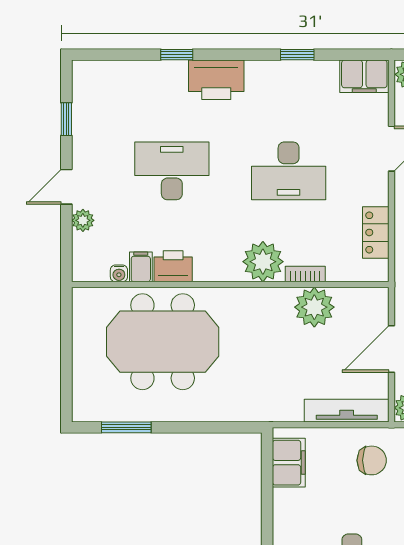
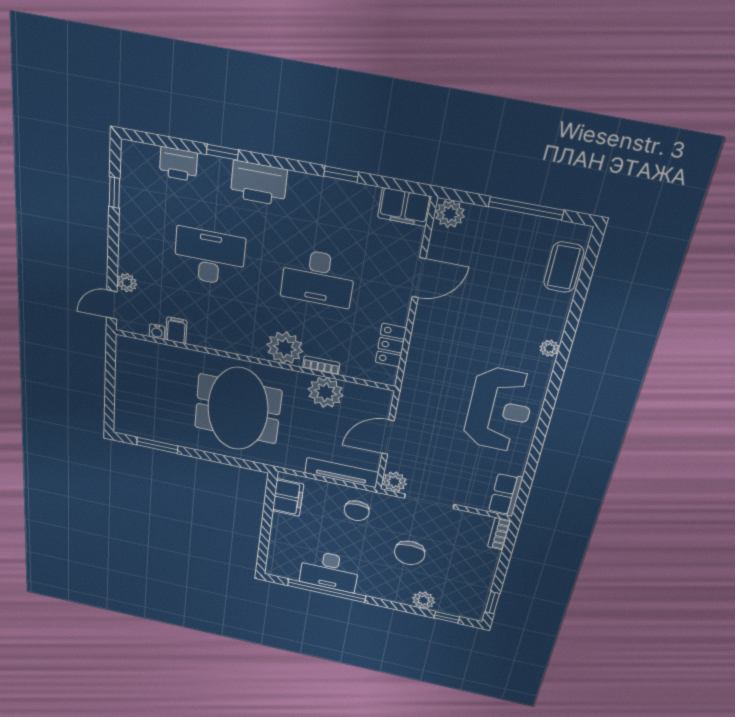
door: (66, 187) -> (112, 305), moved
printer: (173, 266) -> (178, 164), moved, turned 180
meeting table: (163, 342) -> (238, 409), moved, turned 90
chair: (372, 460) -> (357, 511), turned 90

